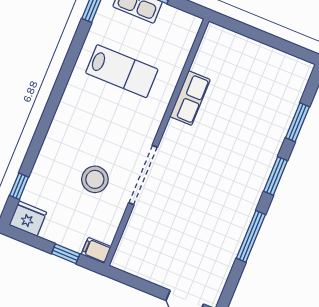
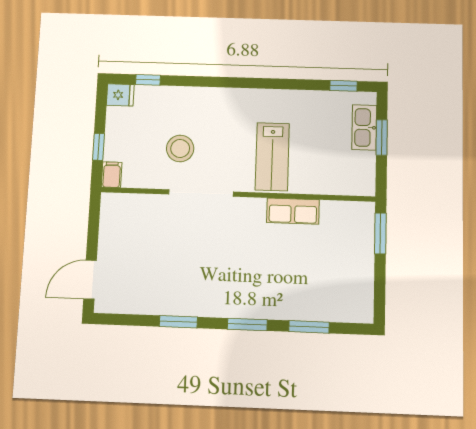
window: (239, 27) -> (380, 233), added
lab bench: (122, 71) -> (272, 157), moved
fridge: (28, 219) -> (120, 95), width x0.72
window: (251, 236) -> (178, 322), width x0.69

